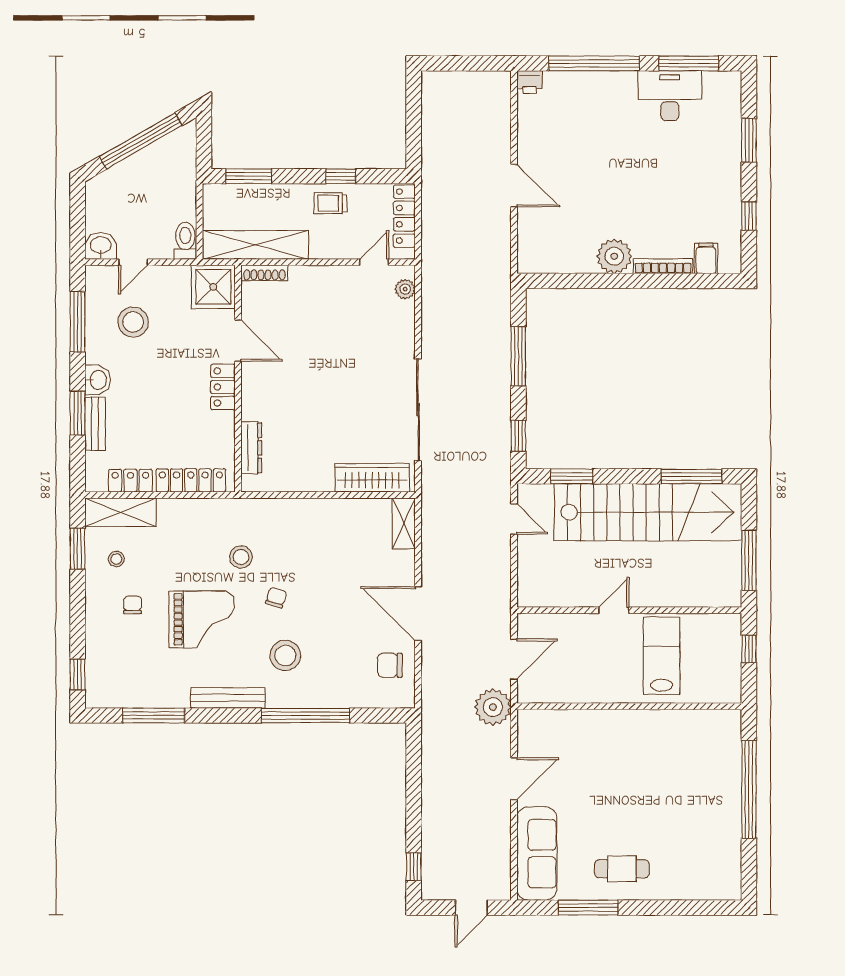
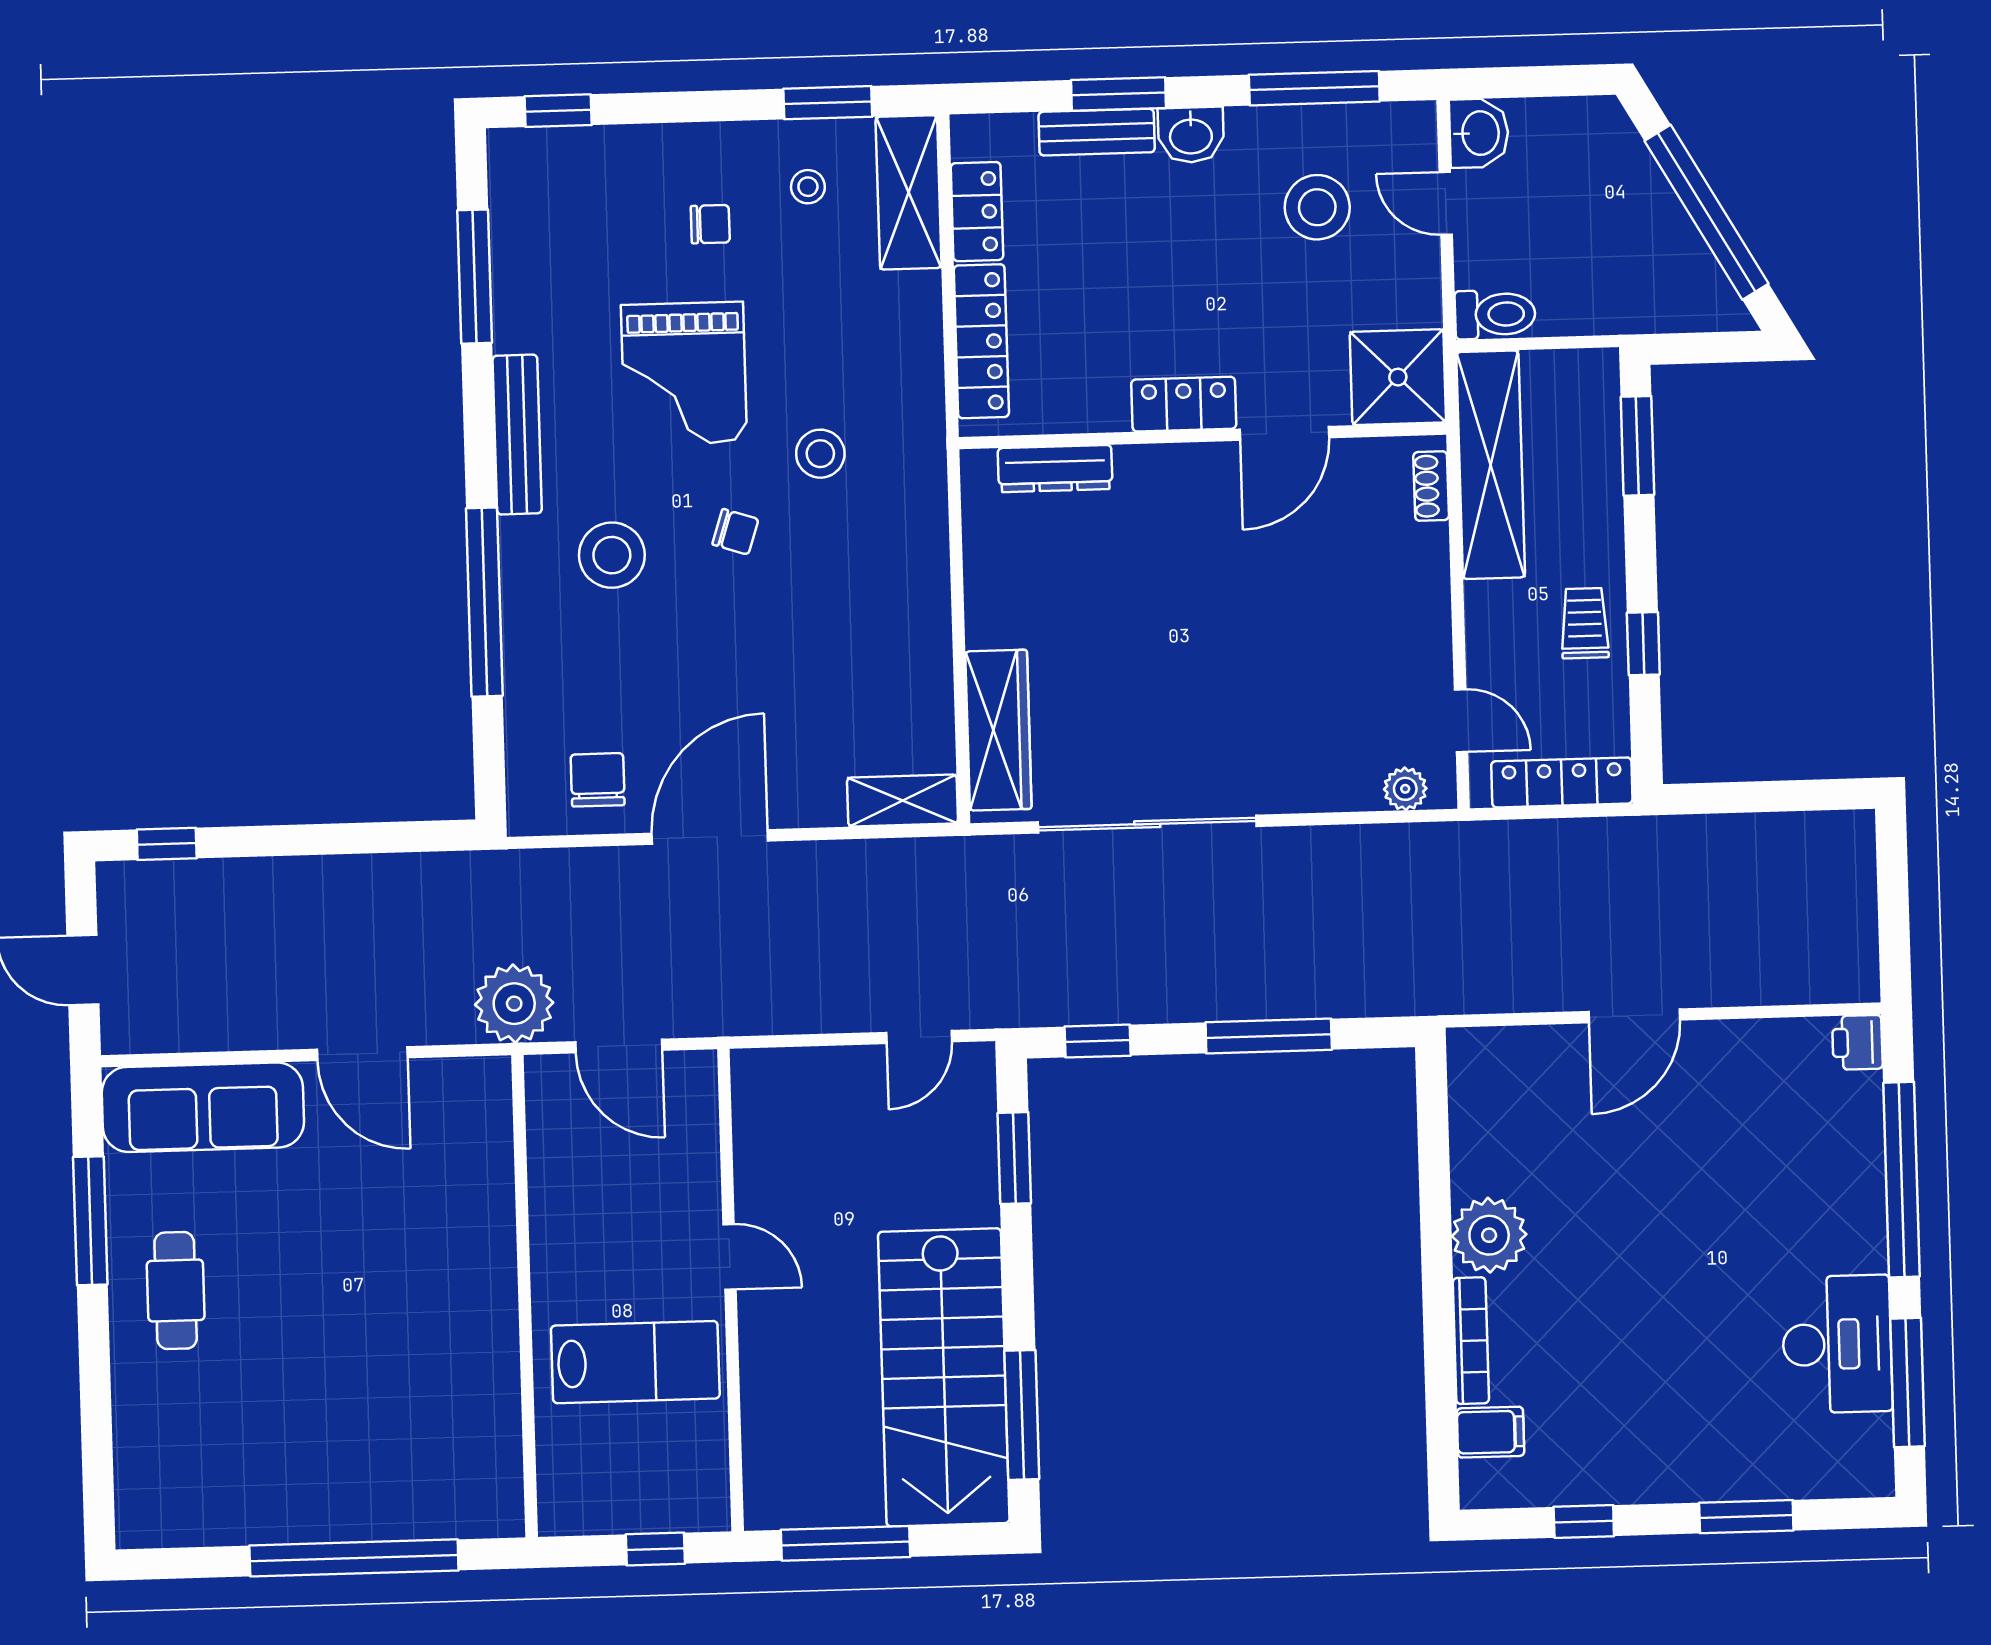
shoe rack: (264, 273) -> (1431, 486), width x0.70
stairs: (648, 512) -> (944, 1377), width x0.73

